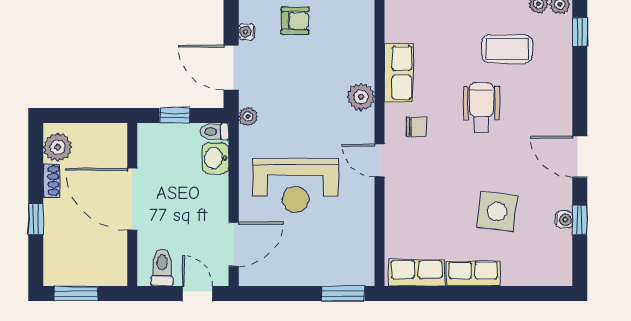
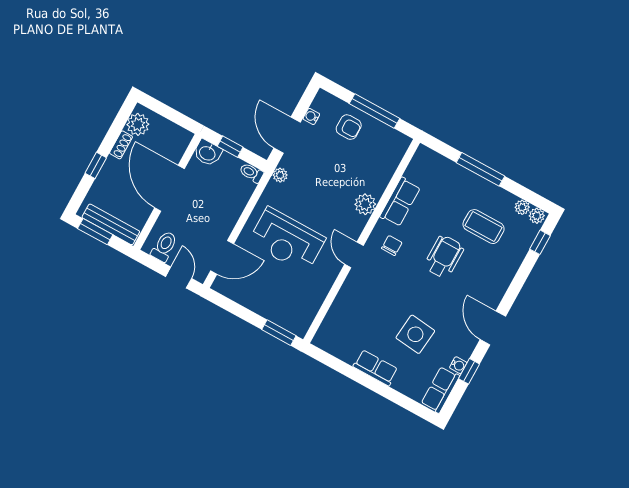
chair: (416, 127) -> (392, 246), turned -90
washbasin: (215, 158) -> (208, 153), moved, turned -90
row of seats: (417, 273) -> (440, 390), moved, turned -90
bench: (89, 276) -> (111, 224), added

